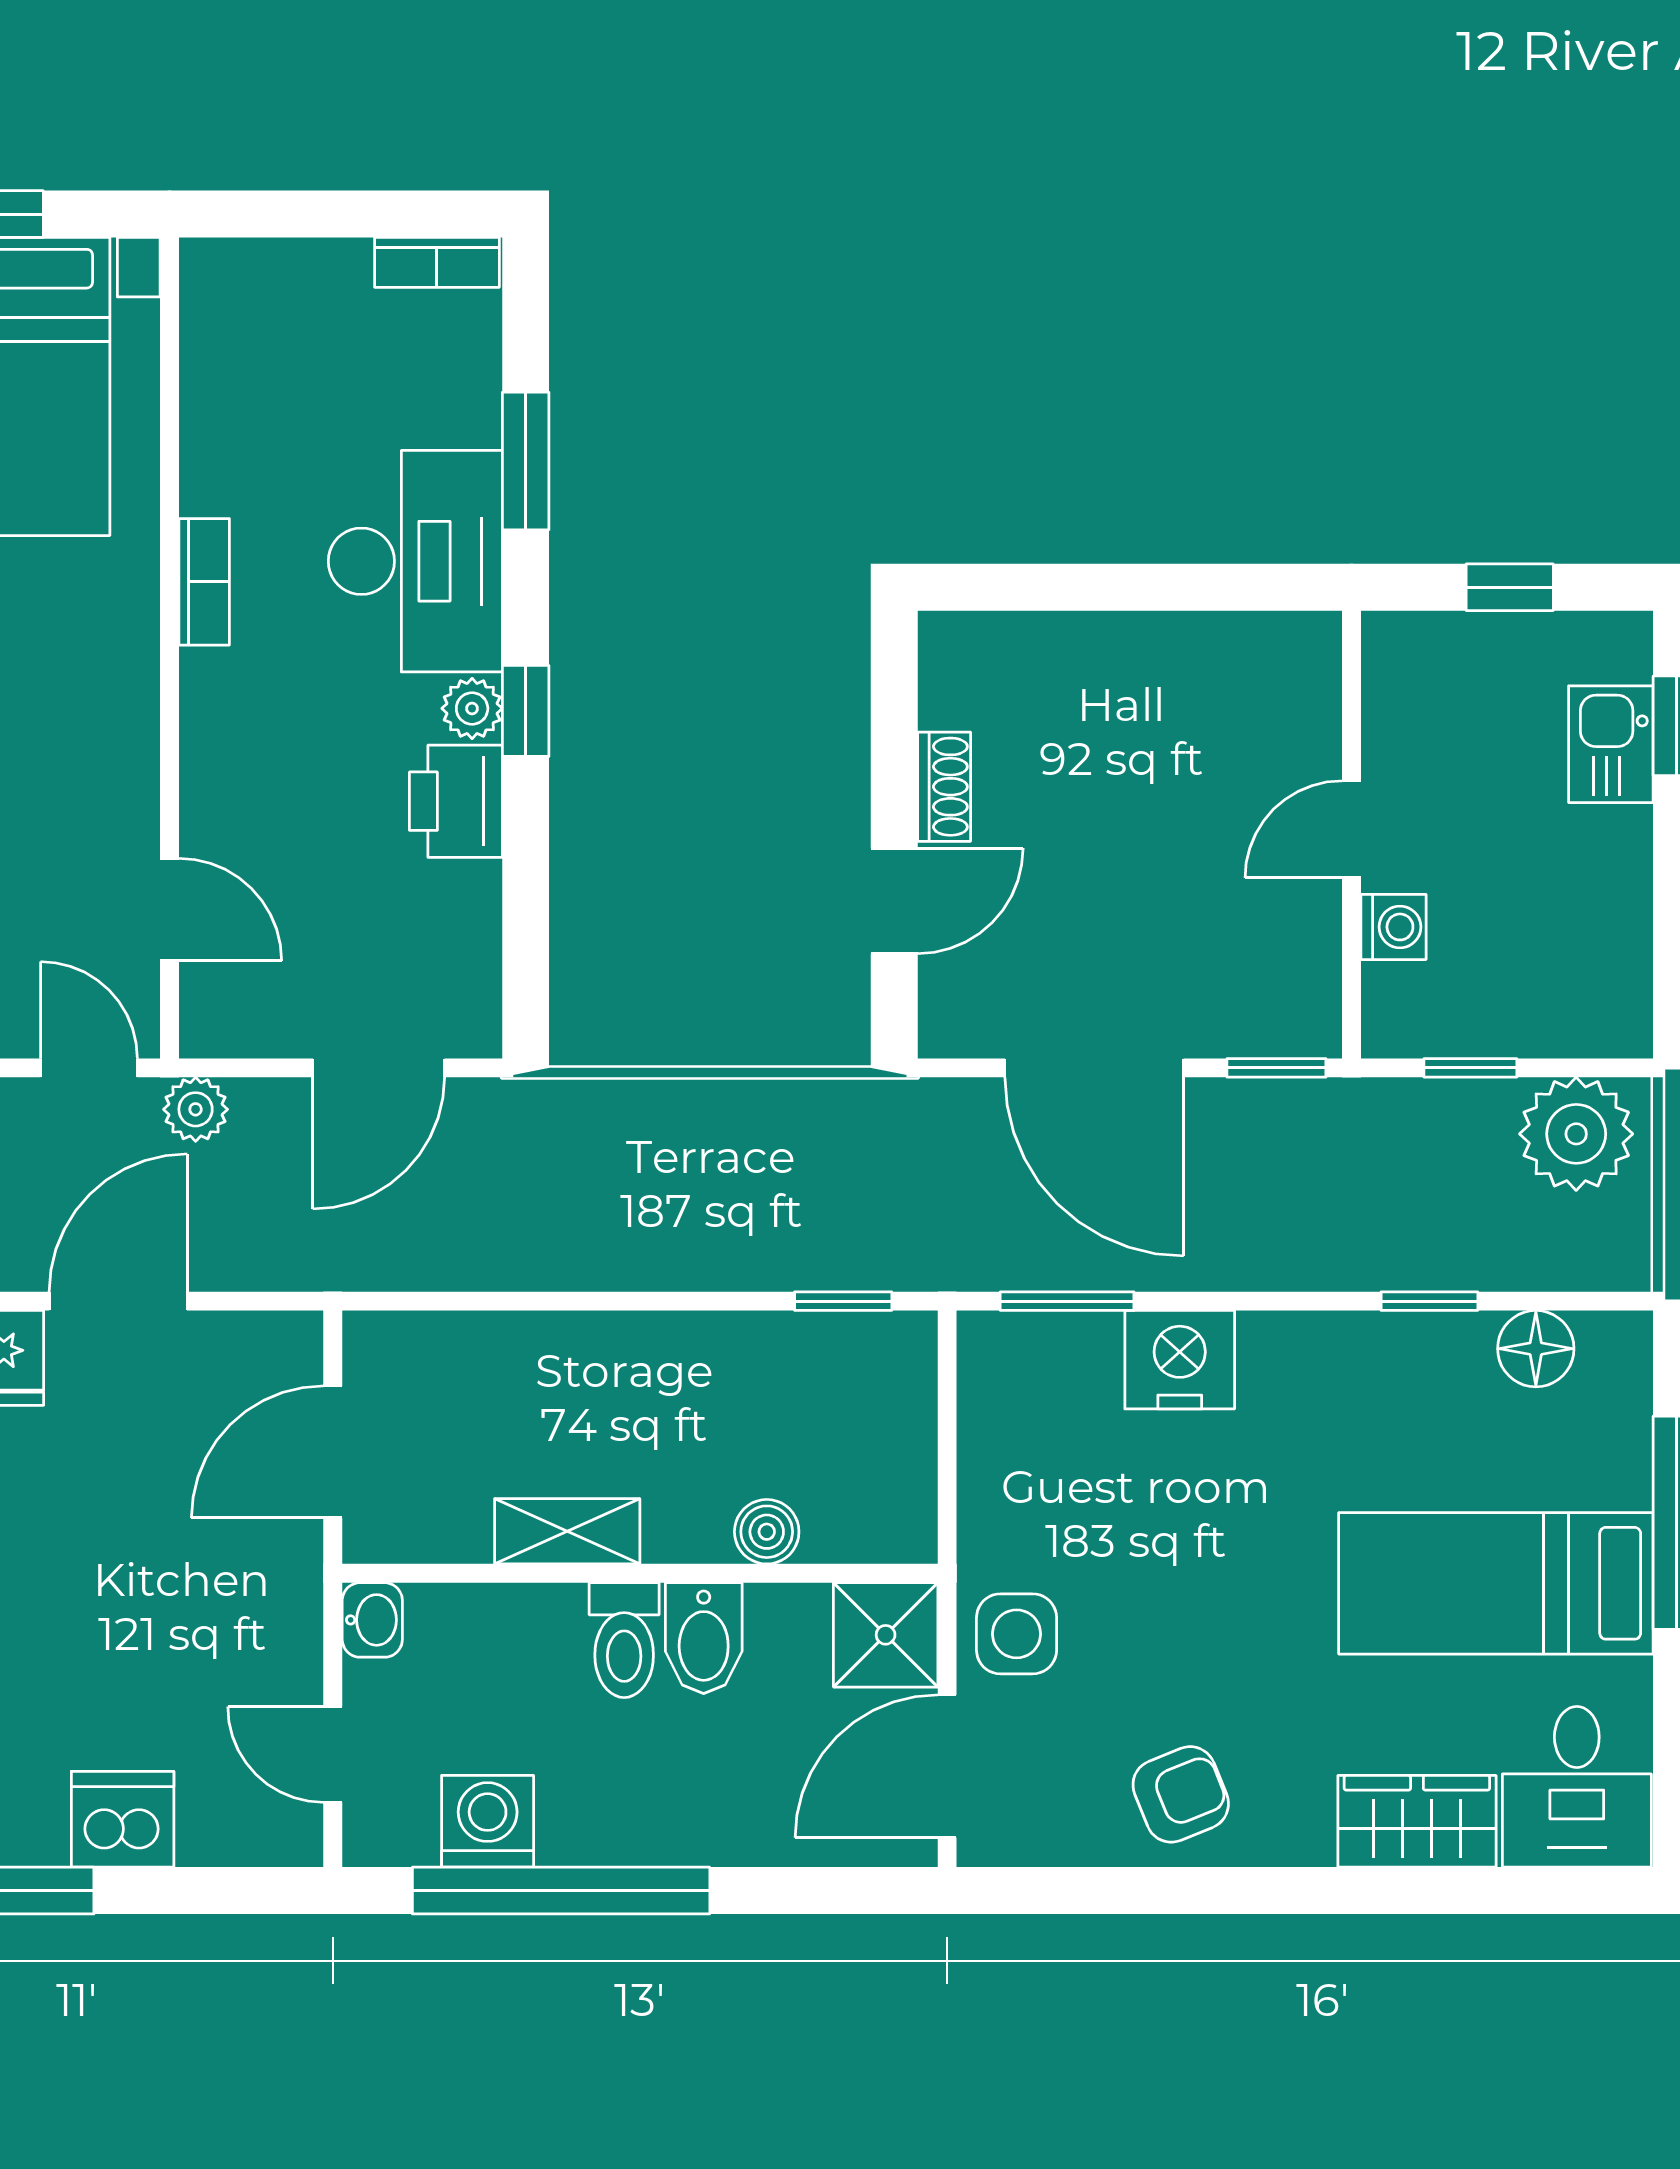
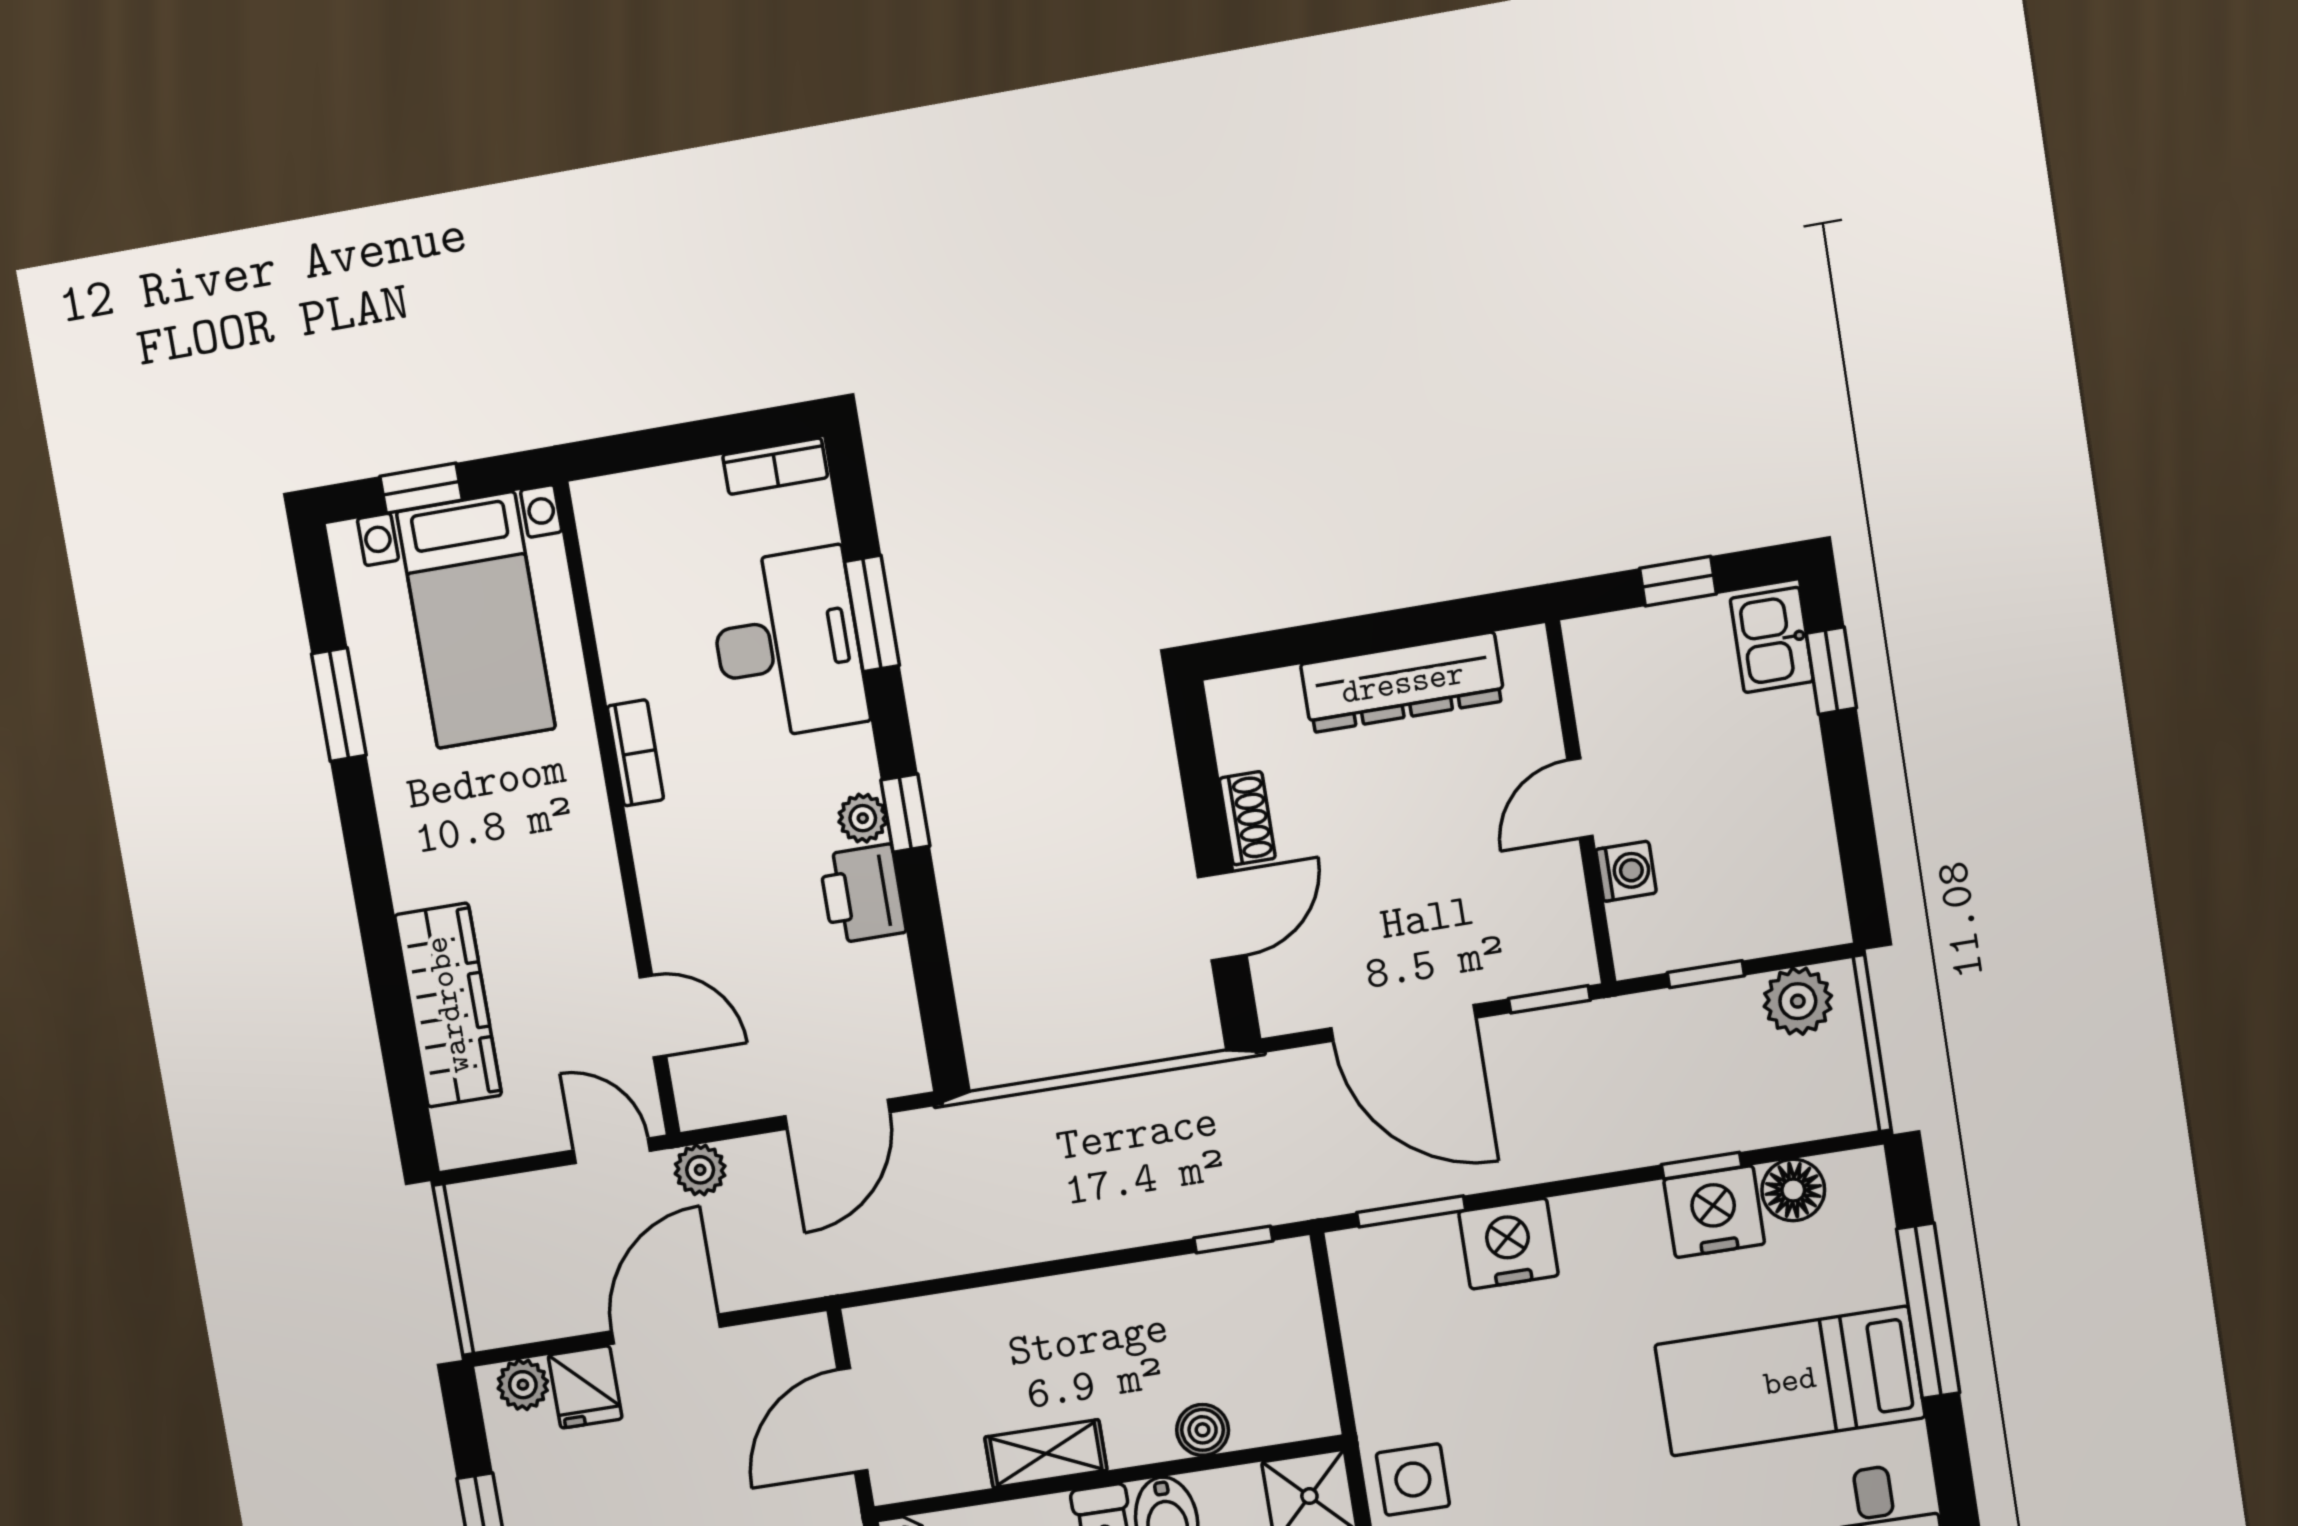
desk: (415, 561) -> (788, 644), moved
dresser: (1159, 653) -> (1403, 683), added
kitchen sink: (1611, 744) -> (1772, 640), moved
plant: (1576, 1134) -> (1798, 1001), width x0.73, depth x0.73
nightstand: (1436, 1360) -> (1714, 1212), added

